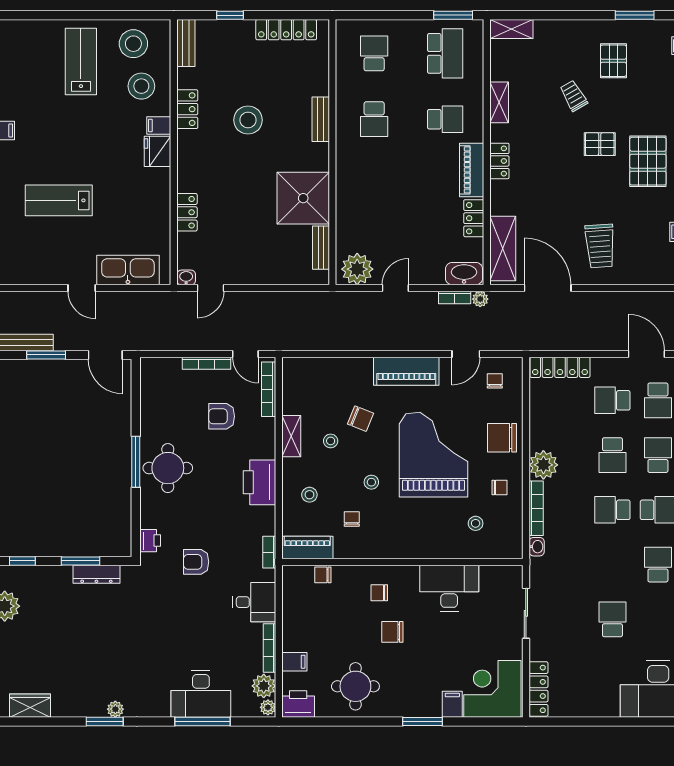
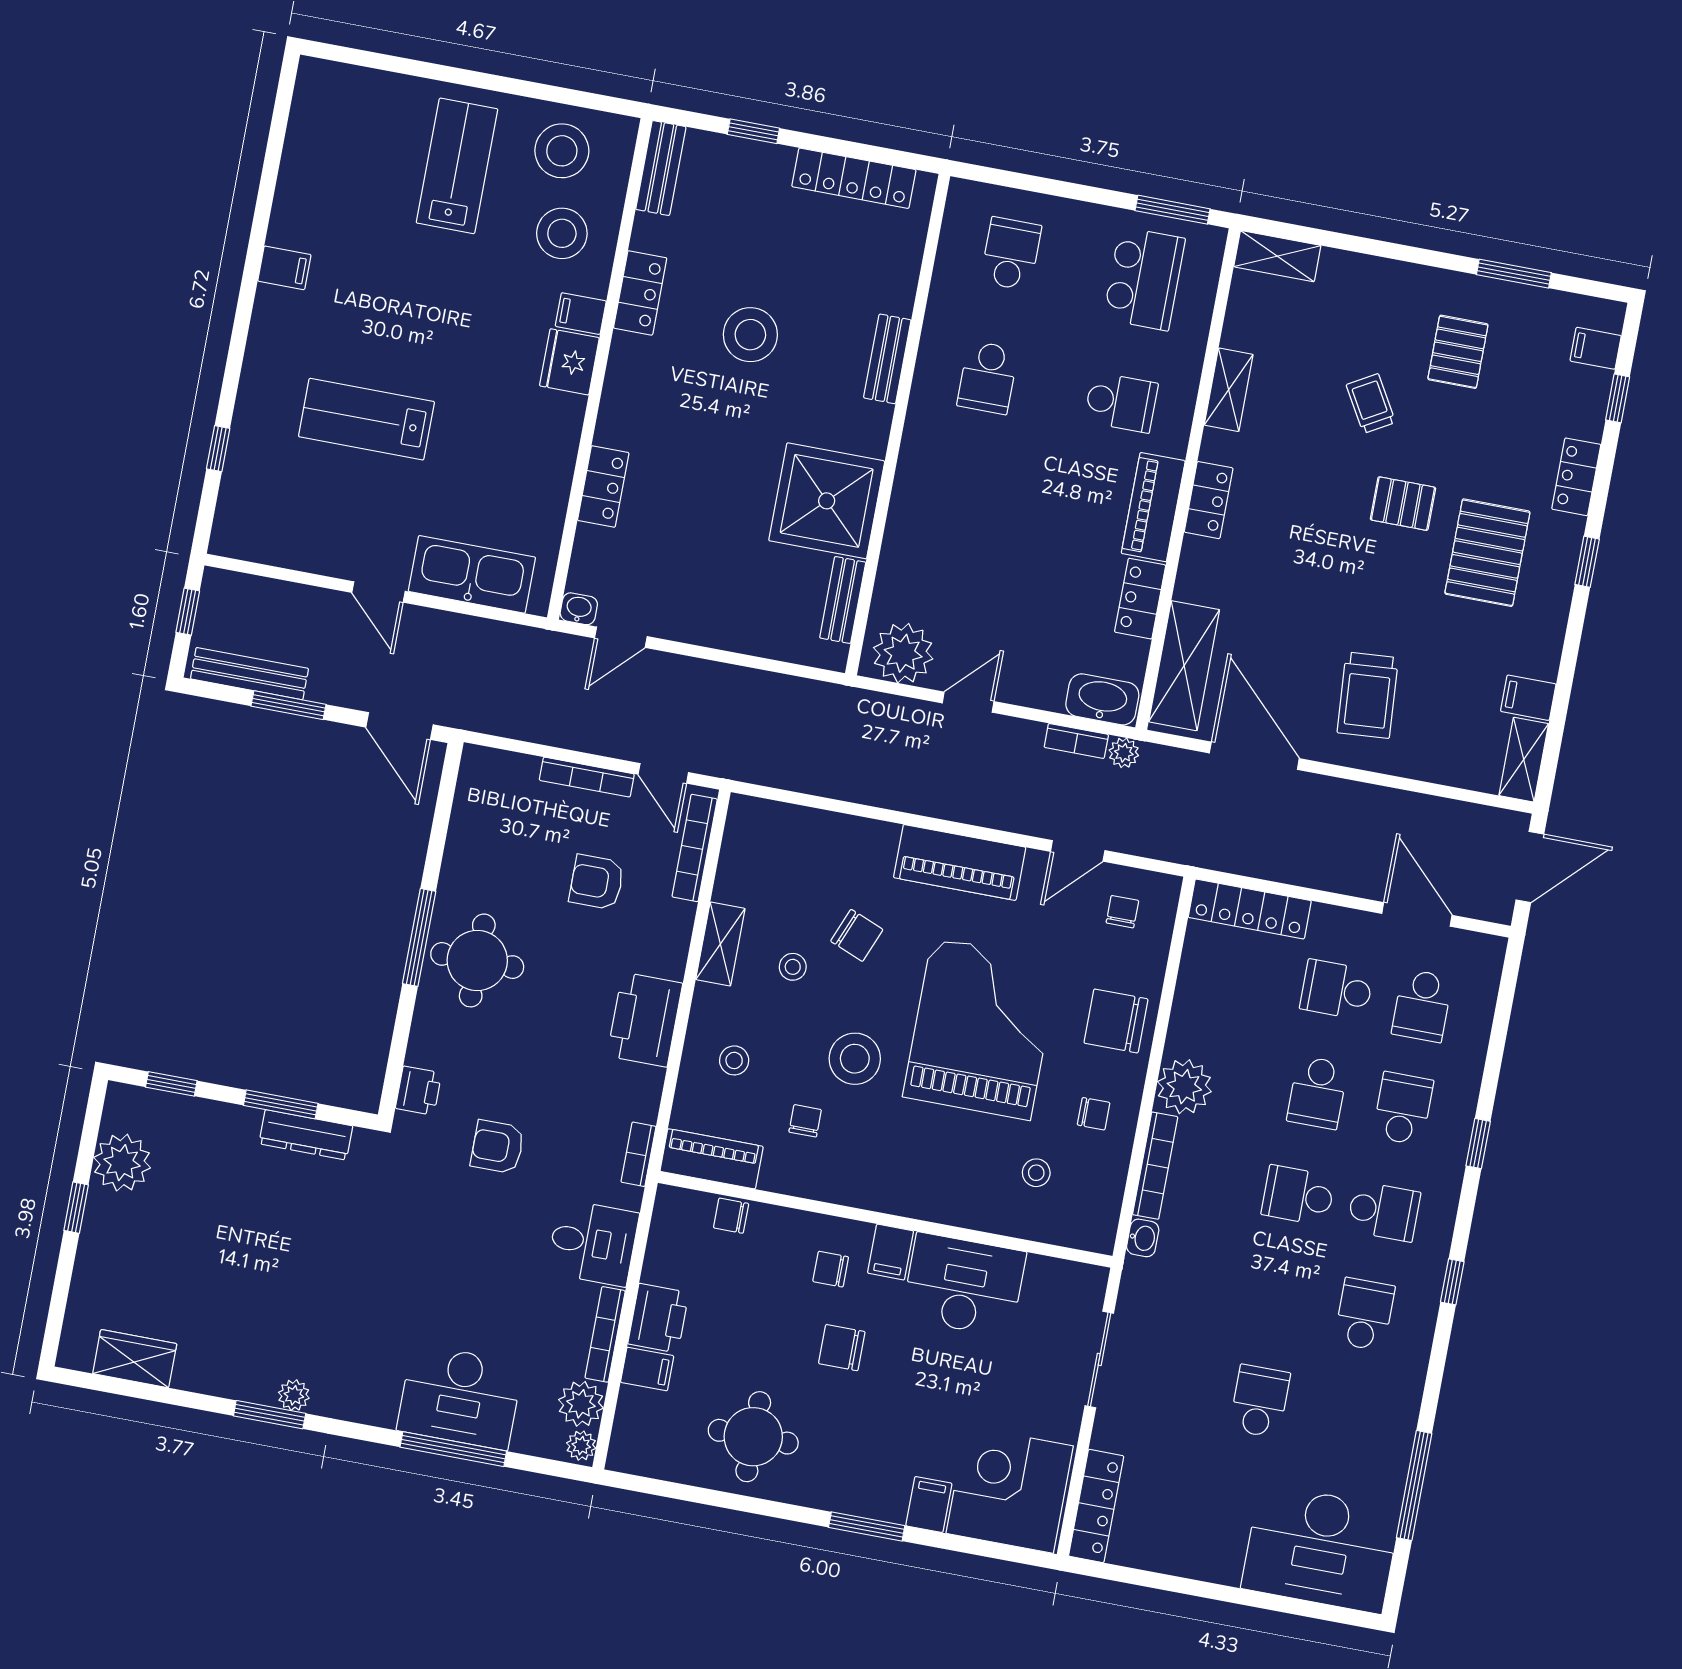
stool: (371, 482) -> (855, 1059), width x1.89, depth x1.89
filing cabinet: (408, 578) -> (891, 1252), added
printer: (298, 704) -> (658, 1318), moved, turned 90

